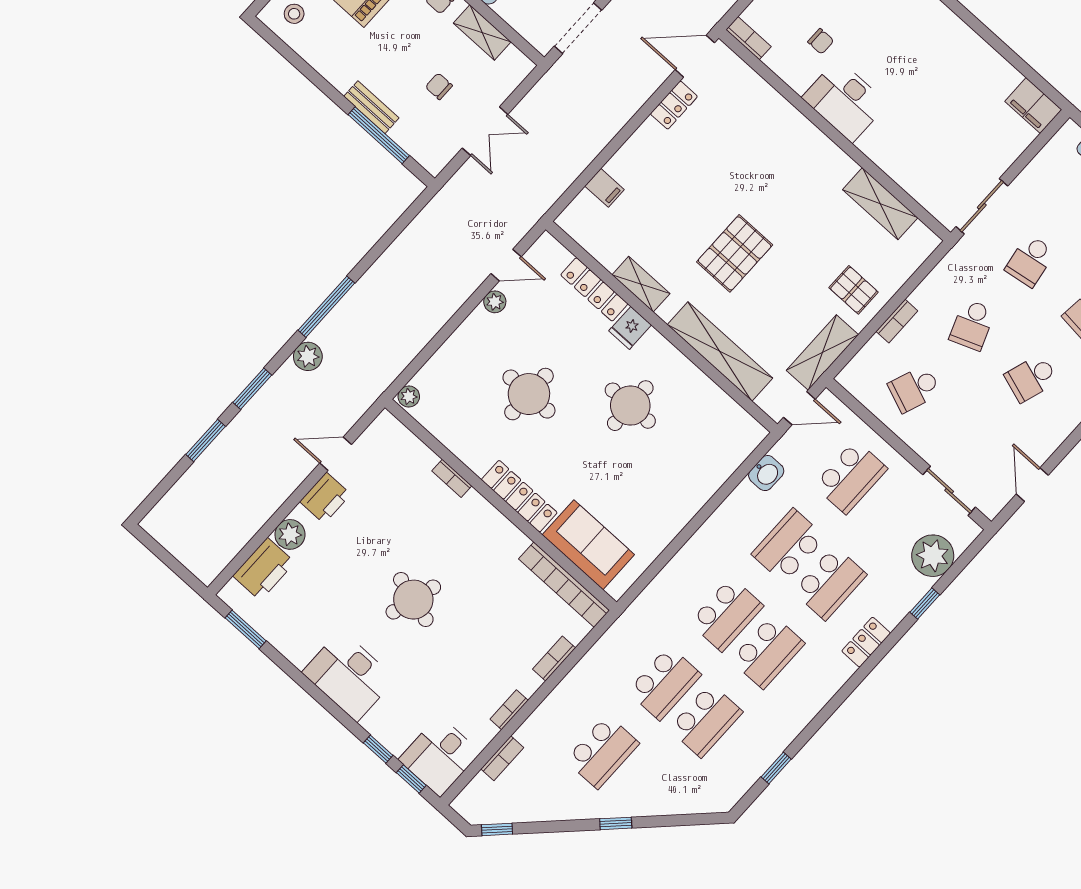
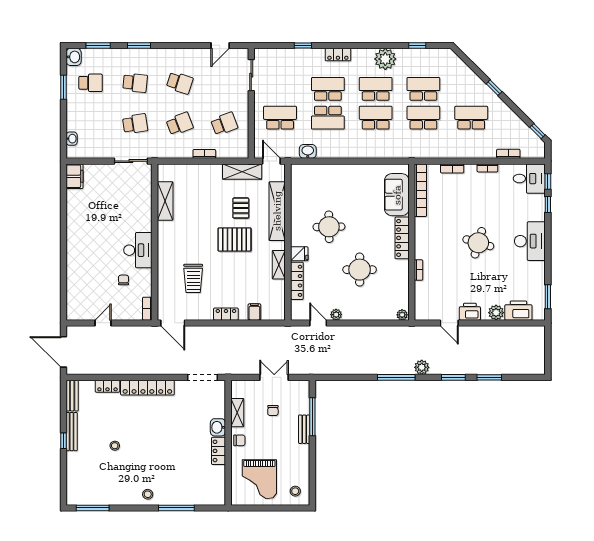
locker: (674, 105) -> (226, 314), moved
trolley: (732, 143) -> (193, 278), added
pallet: (854, 290) -> (241, 208), moved
school desk: (914, 389) -> (224, 124), turned -42
plant: (933, 556) -> (385, 59), moved

